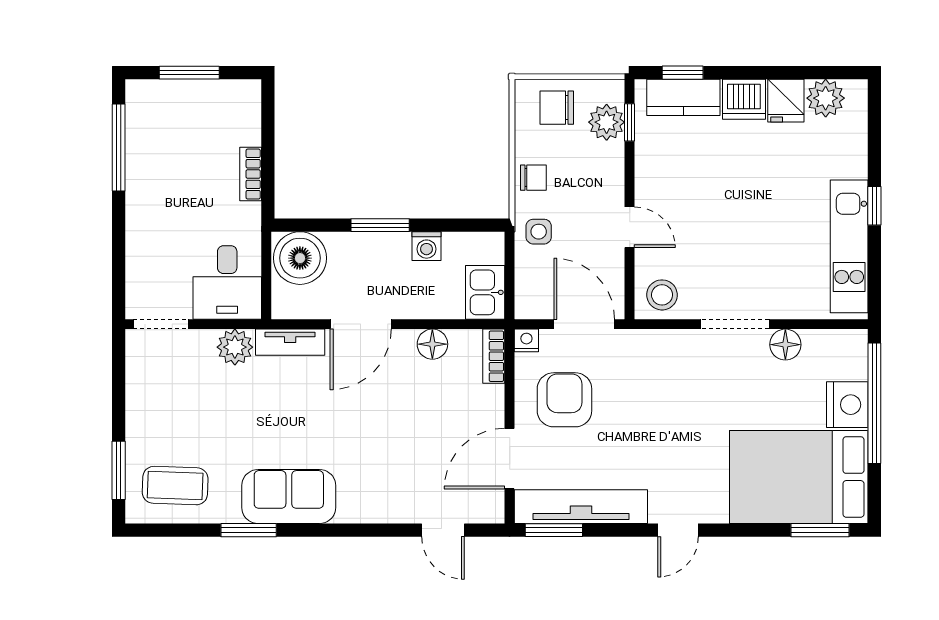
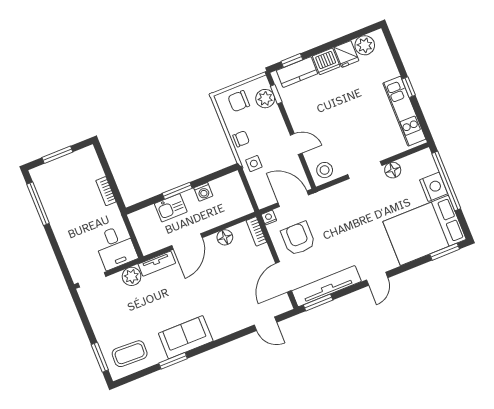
boiler: (300, 258) -> (145, 222), removed
kitchen sink: (485, 292) -> (171, 208), moved, turned -90

